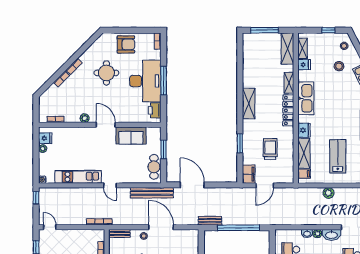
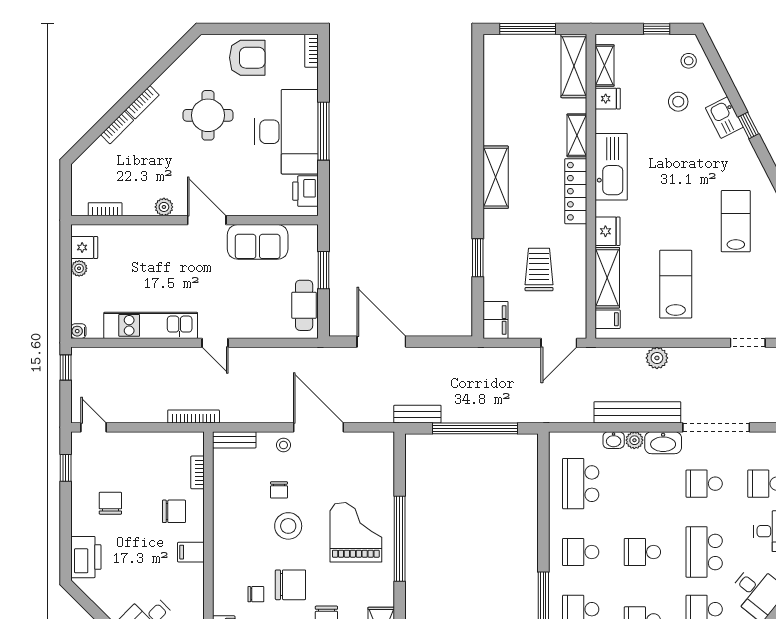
door: (265, 185) -> (559, 343), moved
bench: (152, 193) -> (637, 412), moved

